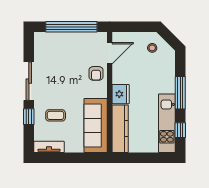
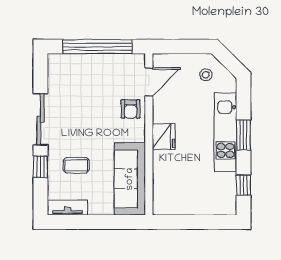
window: (180, 93) -> (243, 135), width x0.69
kitchen unit: (167, 123) -> (226, 132), moved
kitchen counter: (120, 129) -> (163, 183), removed

